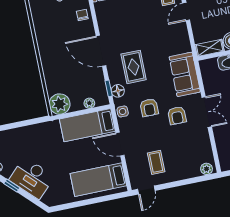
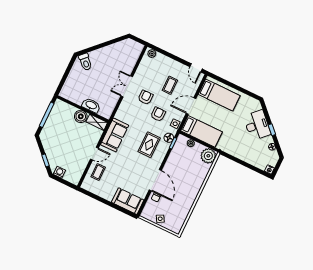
door: (101, 51) -> (155, 180), moved
sofa: (185, 74) -> (115, 135), moved
door: (120, 144) -> (191, 106), swing flipped
coffee table: (156, 162) -> (170, 85), moved
door: (146, 190) -> (196, 68), swing flipped

